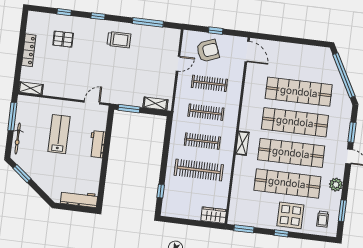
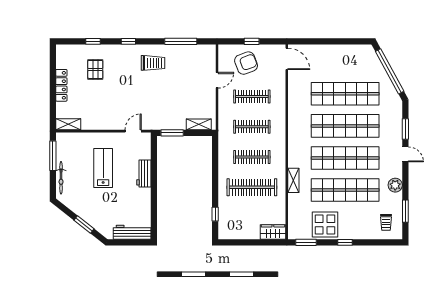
pallet: (63, 39) -> (95, 69), turned 90
shelving: (242, 143) -> (293, 180), moved
window: (22, 174) -> (84, 225), moved
display table: (290, 215) -> (325, 225), moved

